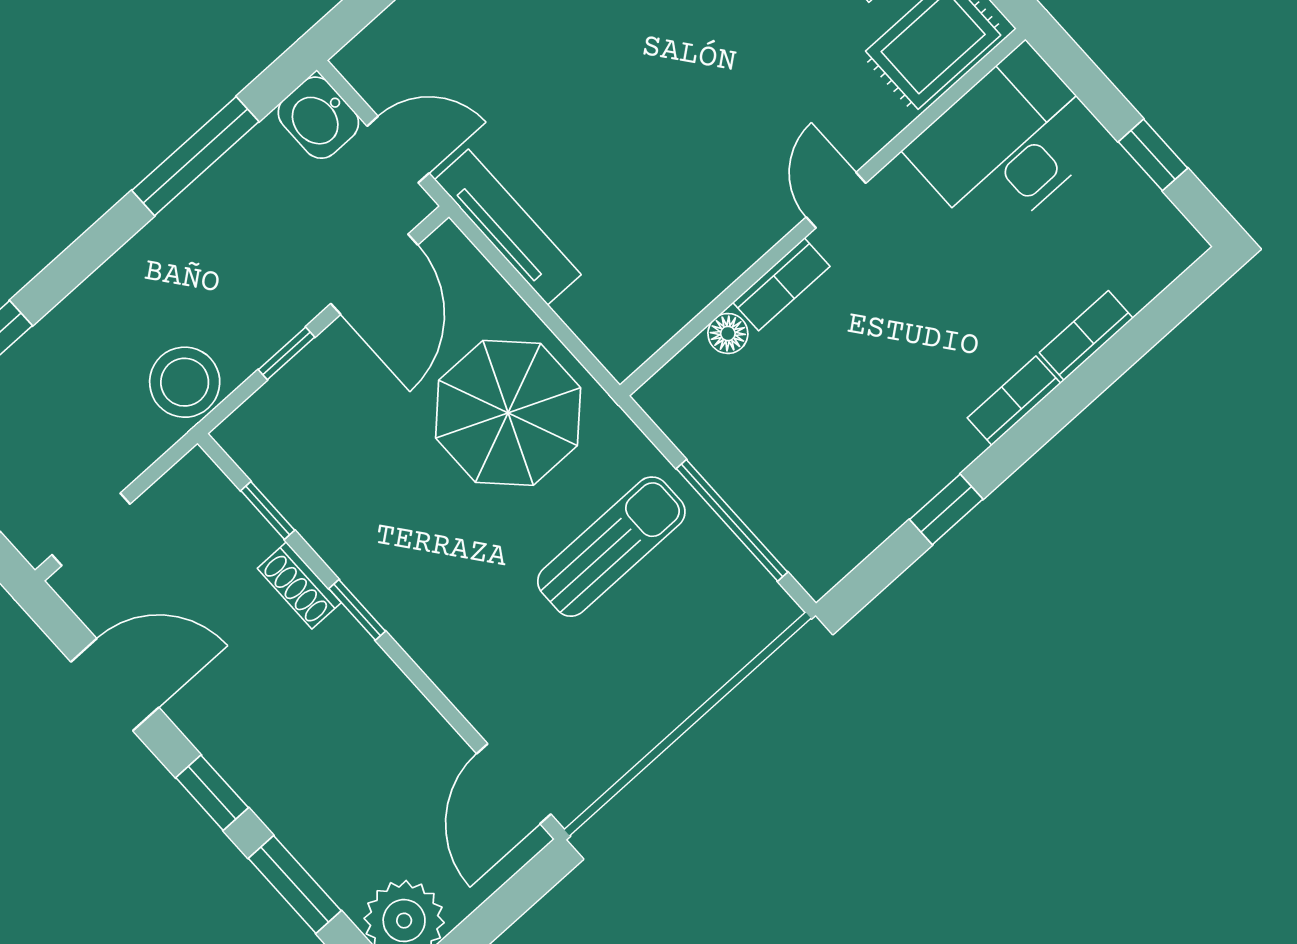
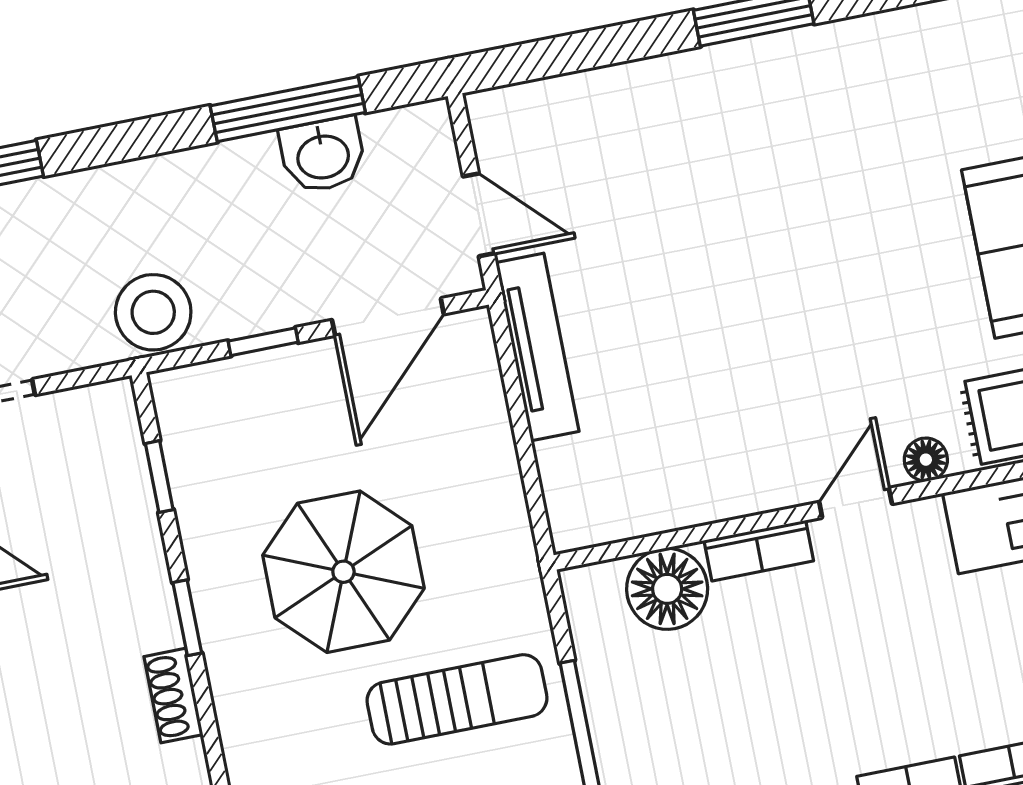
washbasin: (318, 118) -> (323, 155), moved, turned -90
floor lamp: (872, 132) -> (926, 460), added
floor lamp: (728, 333) -> (667, 589), width x1.89, depth x1.89
parasol: (508, 413) -> (343, 572), moved
shoe rack: (299, 585) -> (173, 696), moved

